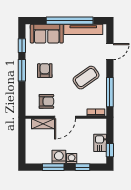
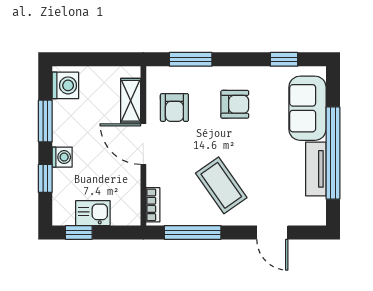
tv unit: (83, 29) -> (316, 169), width x0.71
window: (22, 70) -> (191, 59), moved
washing machine: (59, 157) -> (65, 85), moved

